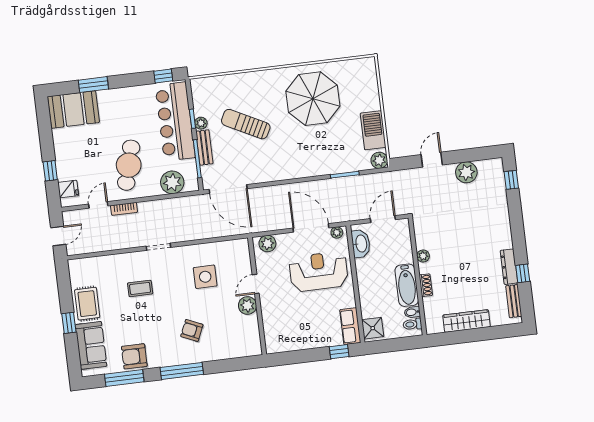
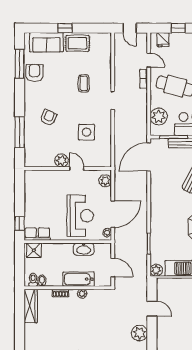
washbasin: (361, 244) -> (84, 249), moved
bathtub: (407, 285) -> (79, 279), moved
wardrobe: (466, 321) -> (31, 306), moved
window: (182, 371) -> (20, 132), moved

